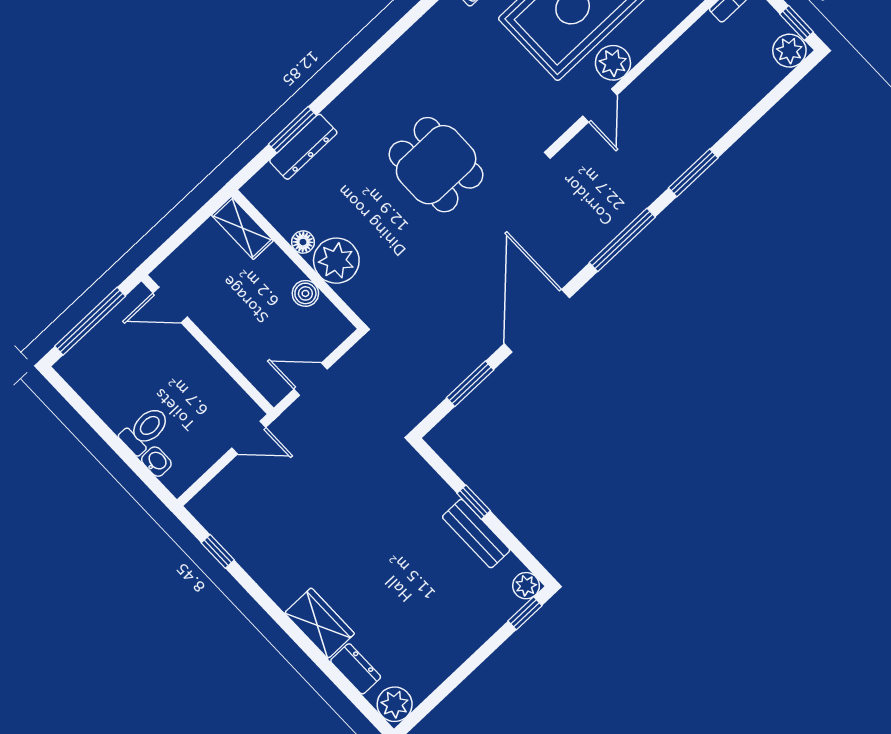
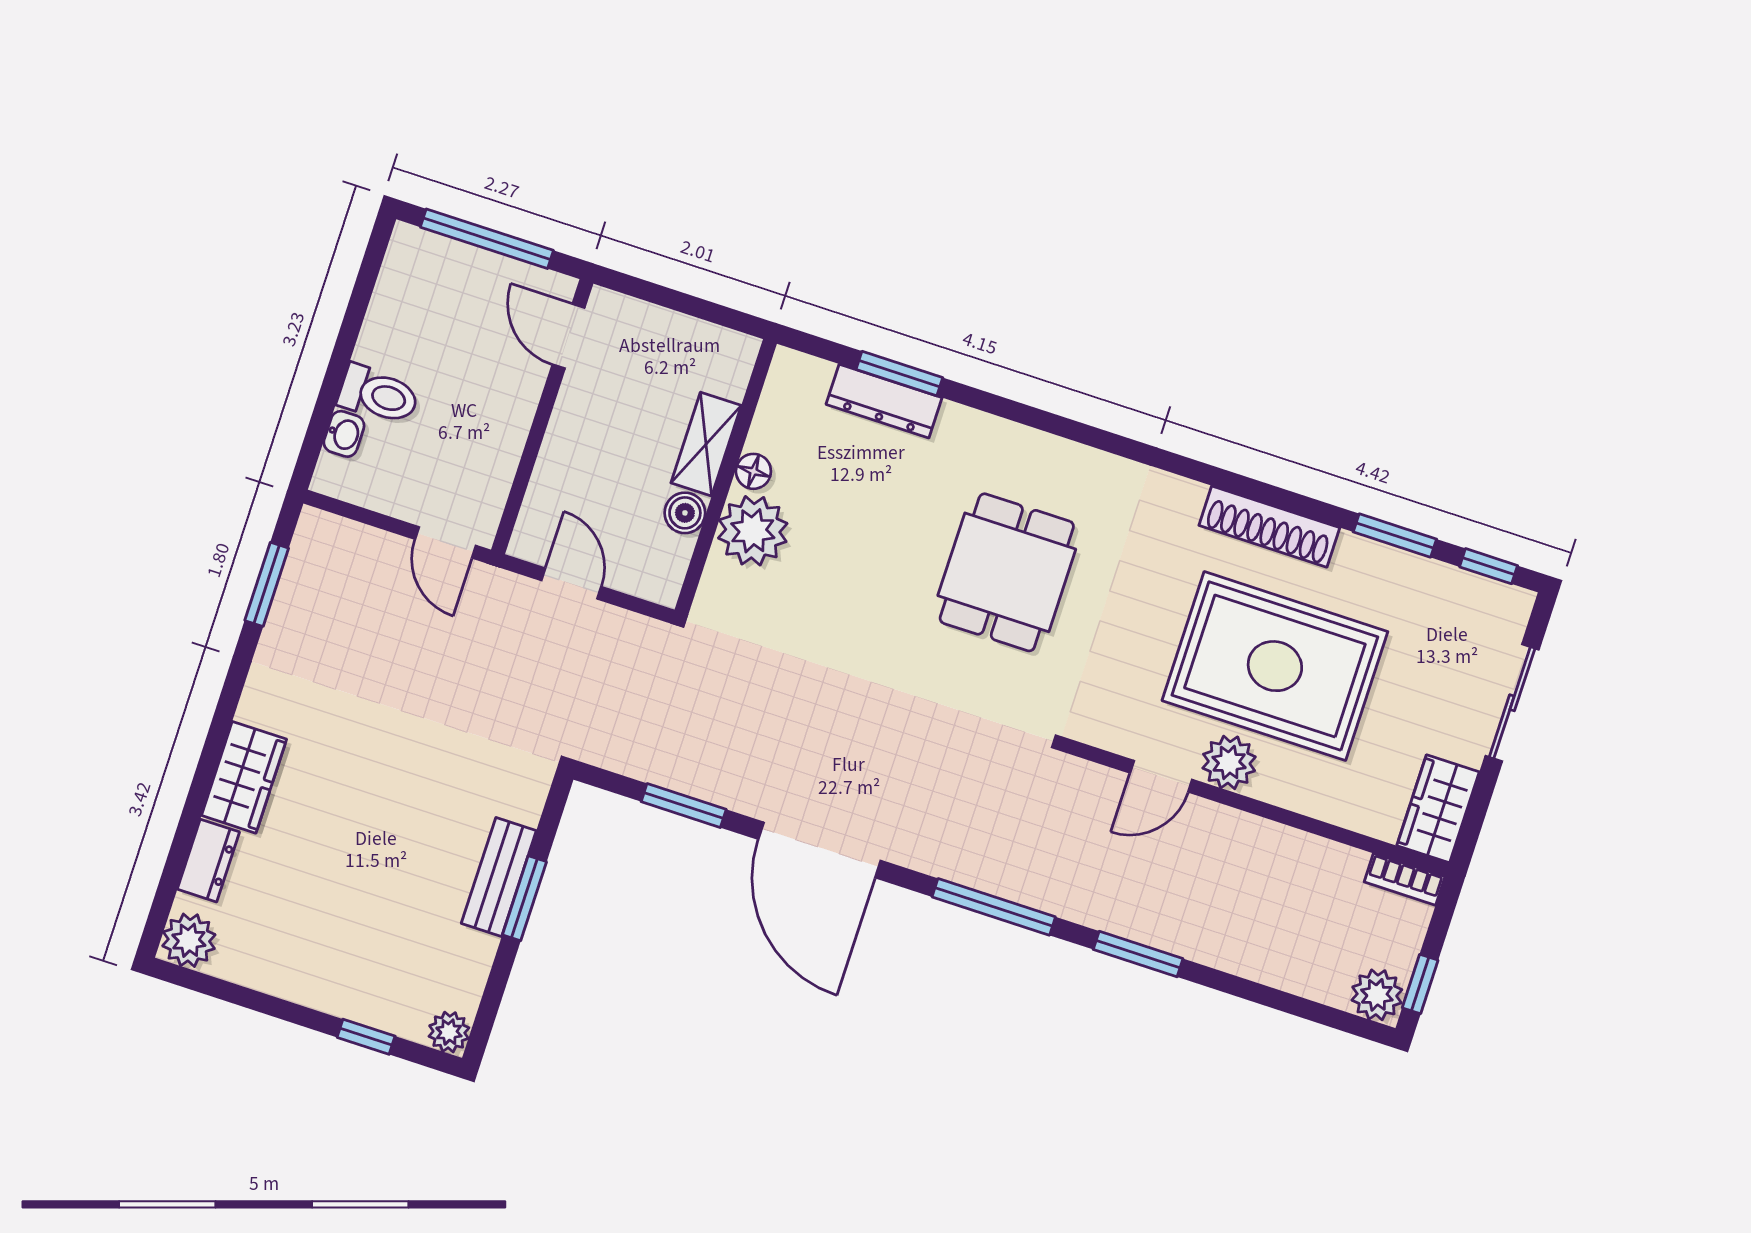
dining table: (436, 165) -> (1007, 572), moved
shelving: (242, 228) -> (706, 444), moved
door: (537, 321) -> (820, 850), swing flipped
window: (474, 502) -> (524, 898), width x1.50
bench: (476, 534) -> (499, 877), moved
window: (218, 551) -> (267, 584), width x1.50
window: (525, 613) -> (366, 1037), moved

